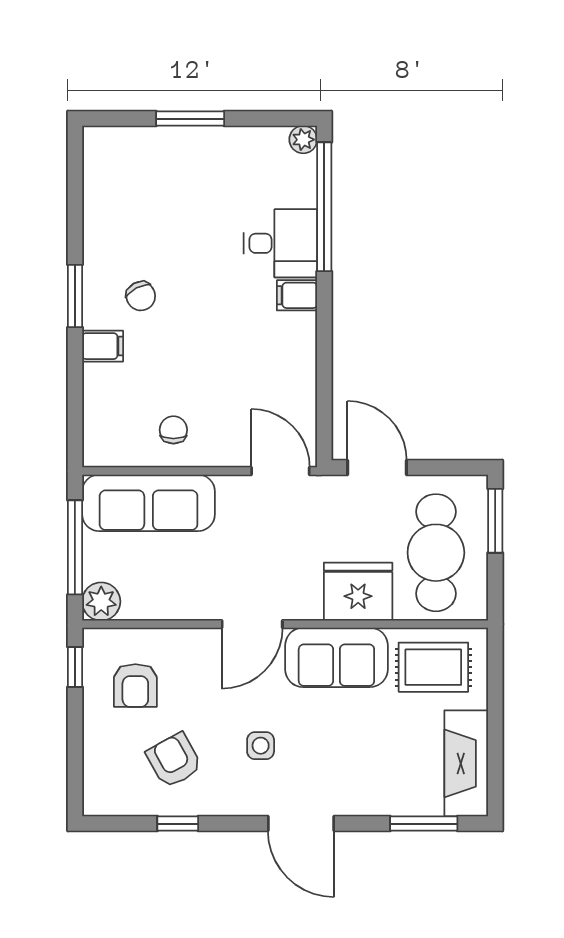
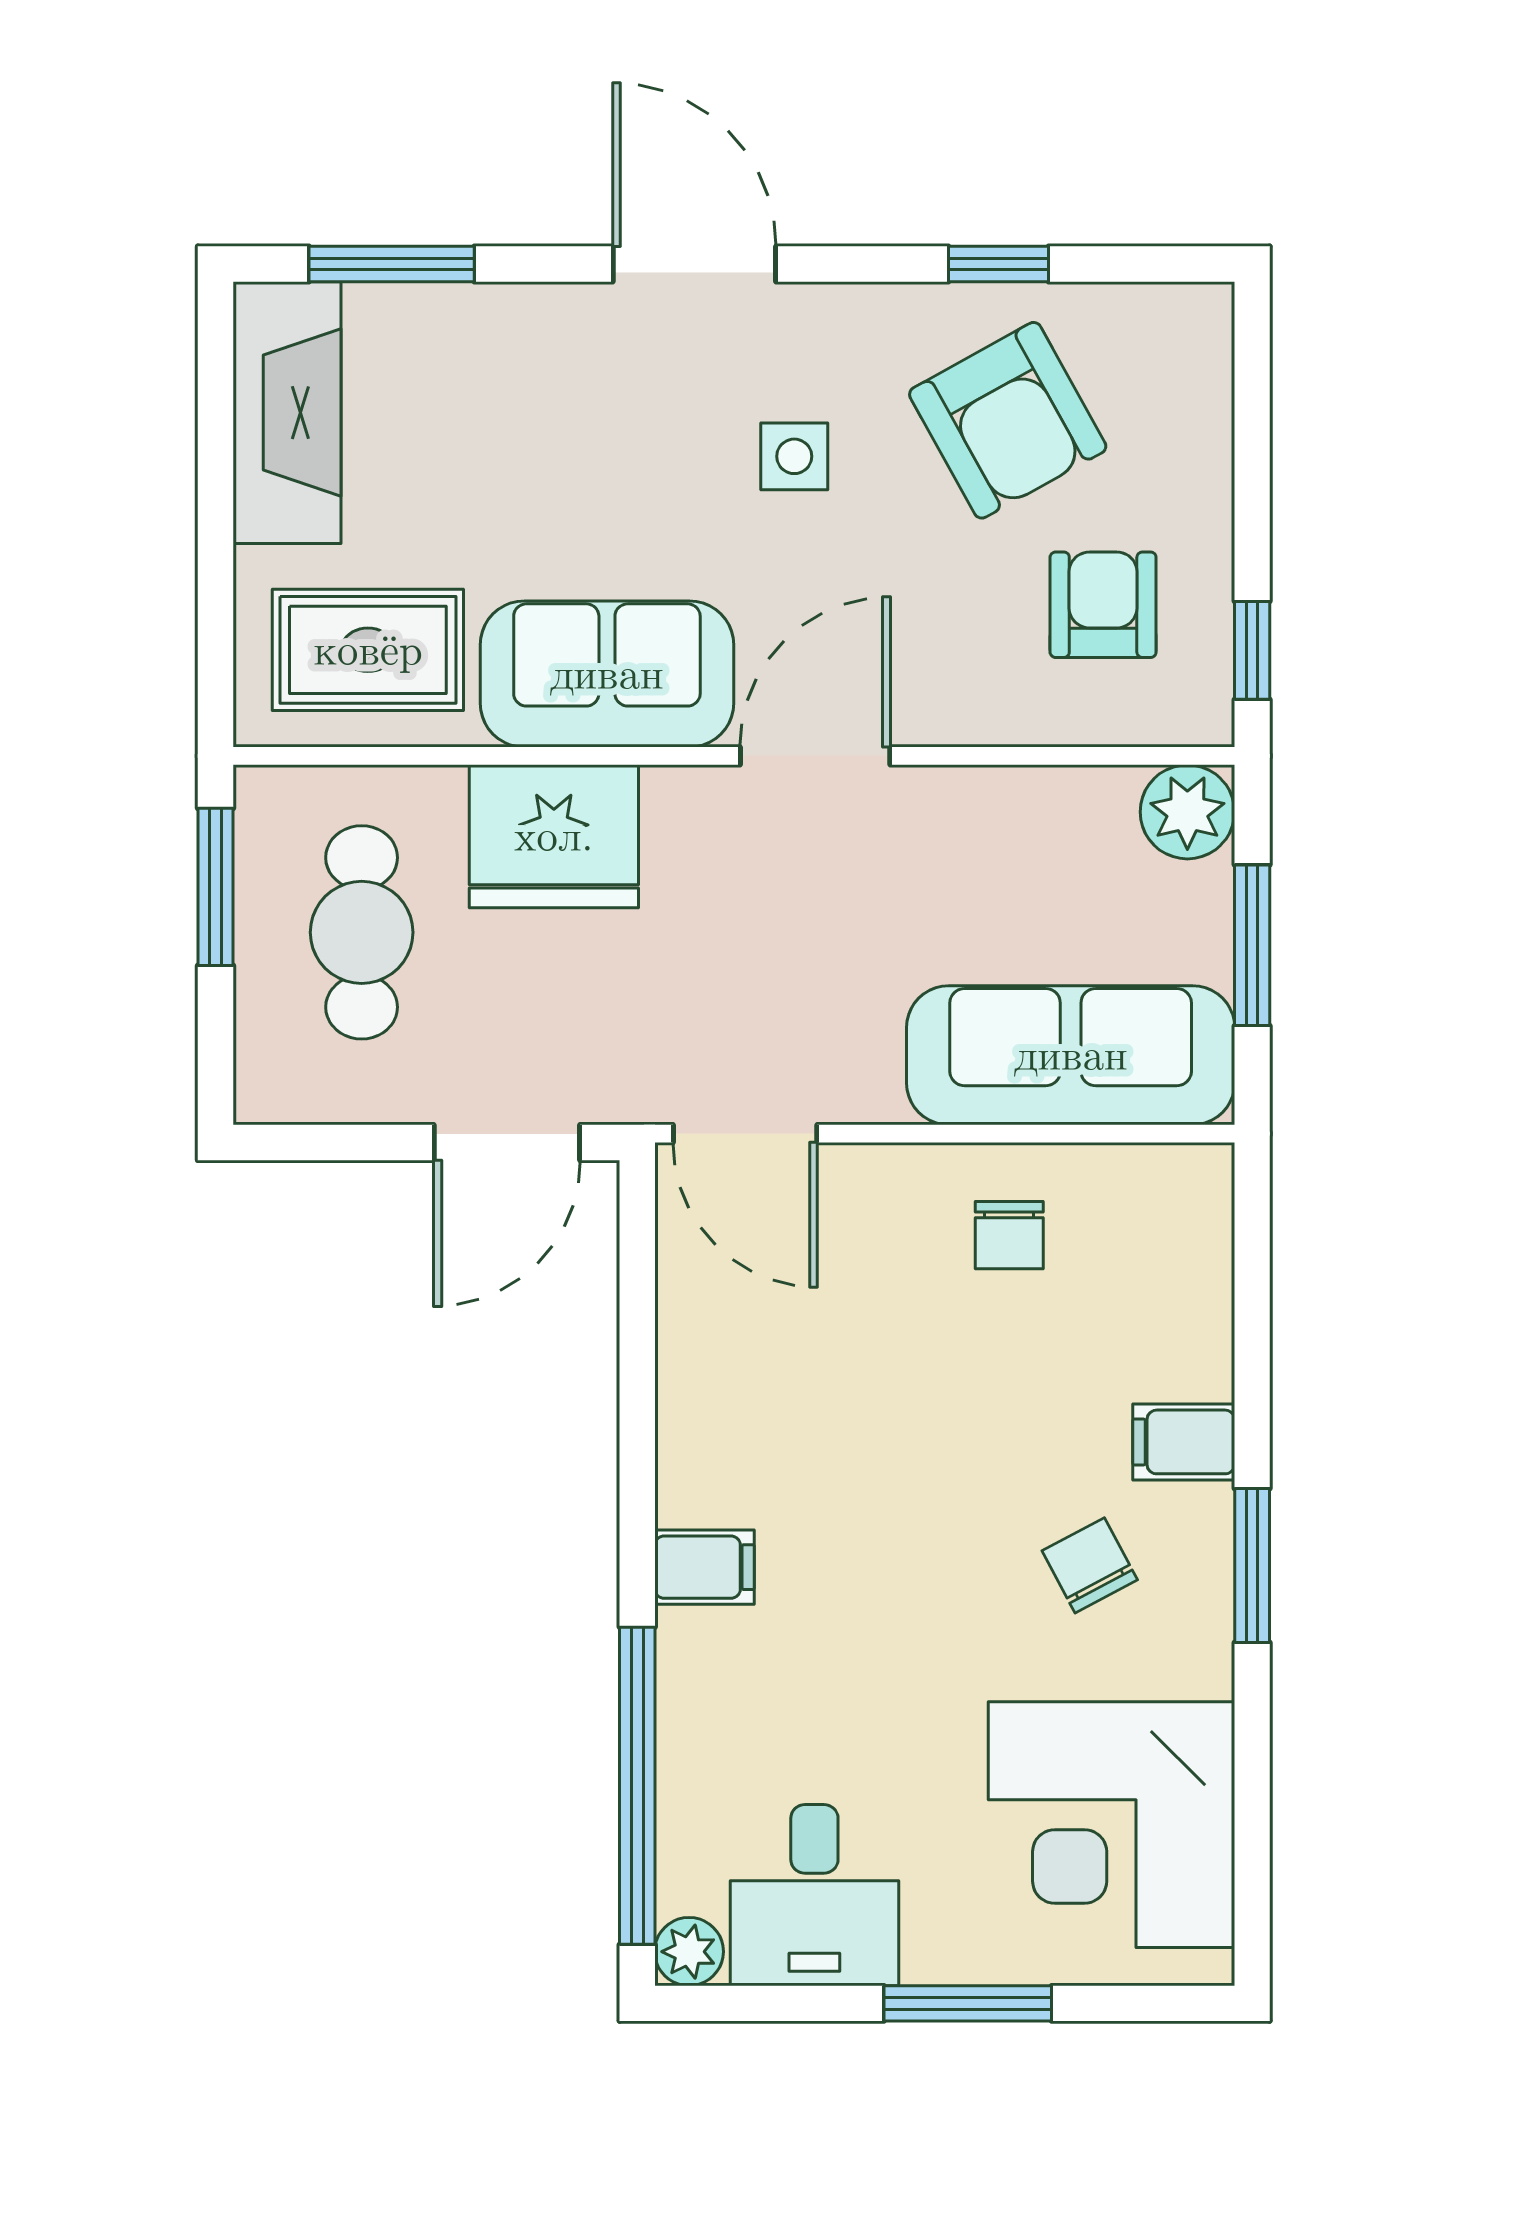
corner desk: (132, 191) -> (1111, 1825), added
desk: (280, 243) -> (814, 1895), moved, turned -90
door: (377, 467) -> (507, 1142), hinge flipped
window: (495, 521) -> (216, 887), moved
window: (75, 547) -> (1252, 945), width x0.69
cafe table: (436, 553) -> (362, 932), width x0.73, depth x0.74
armchair: (174, 760) -> (1008, 420), width x1.38, depth x1.38

